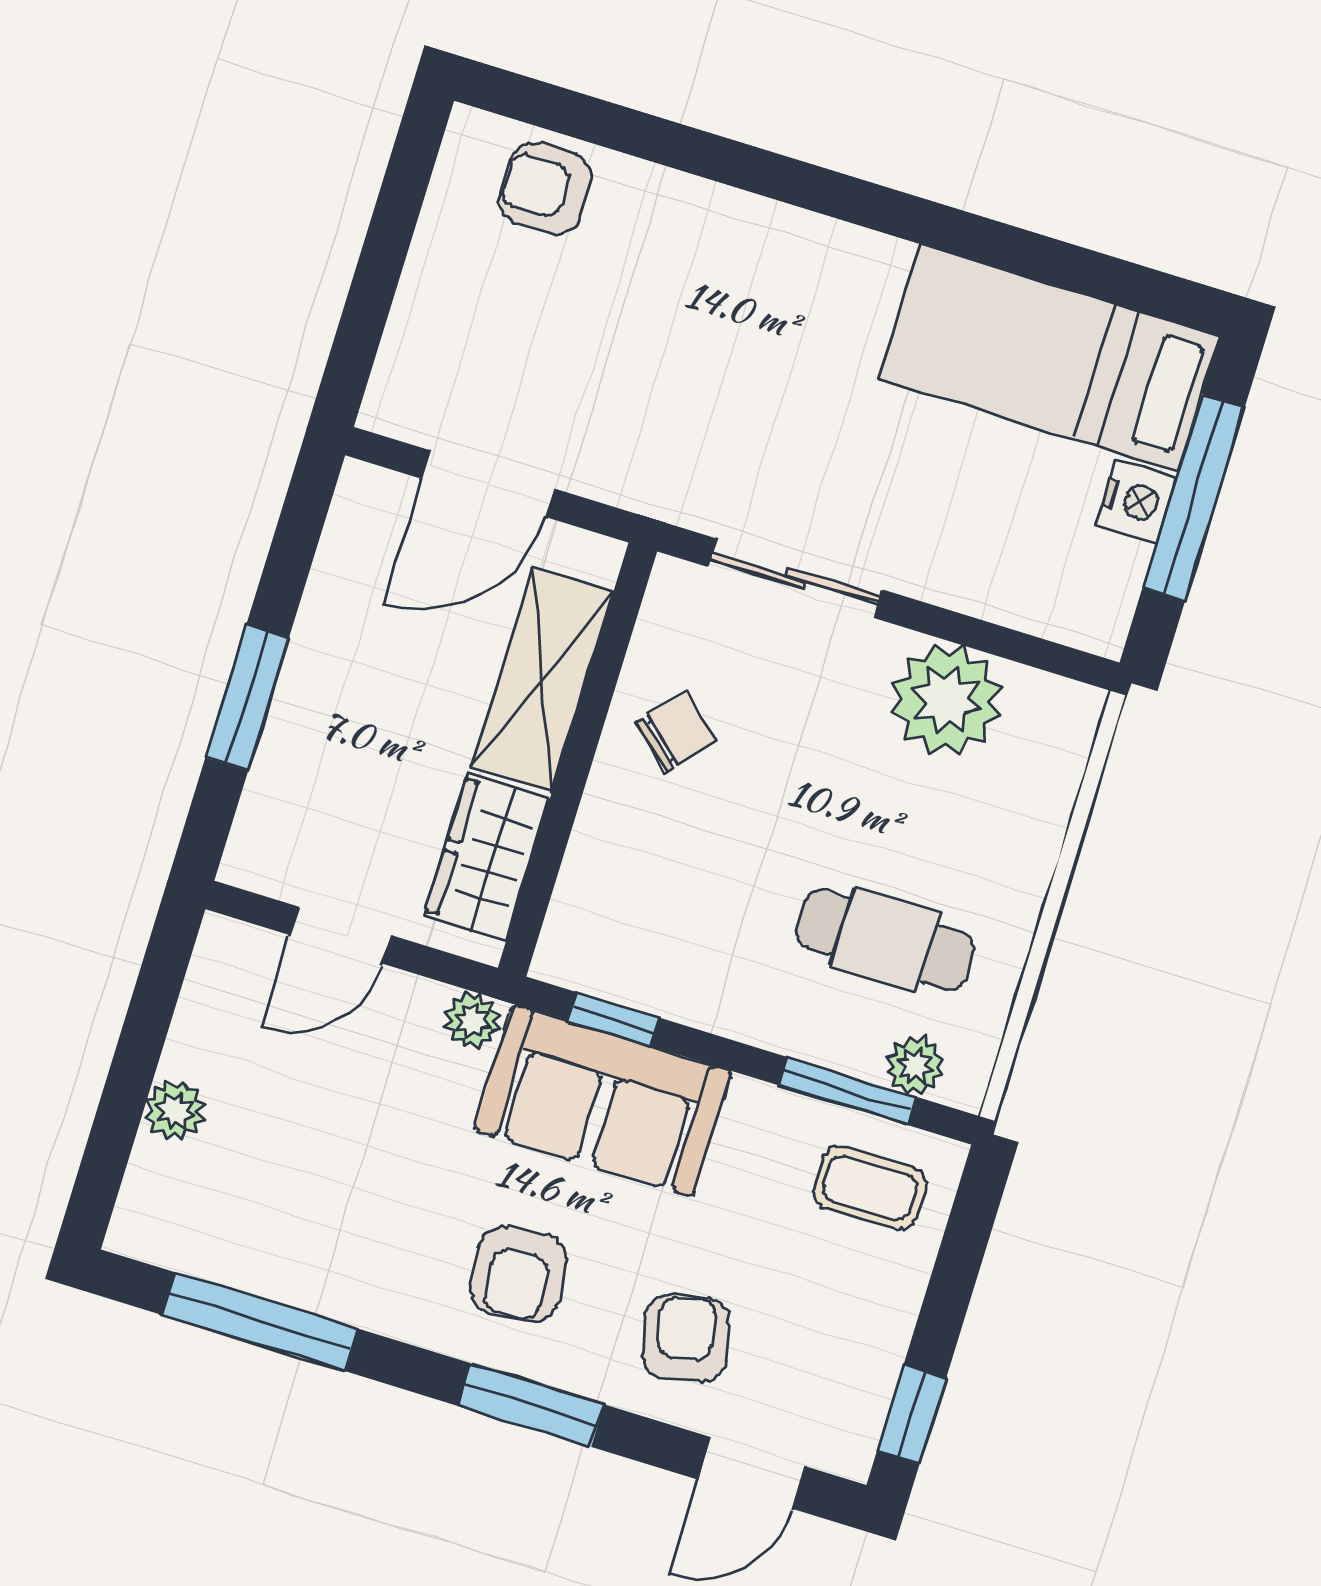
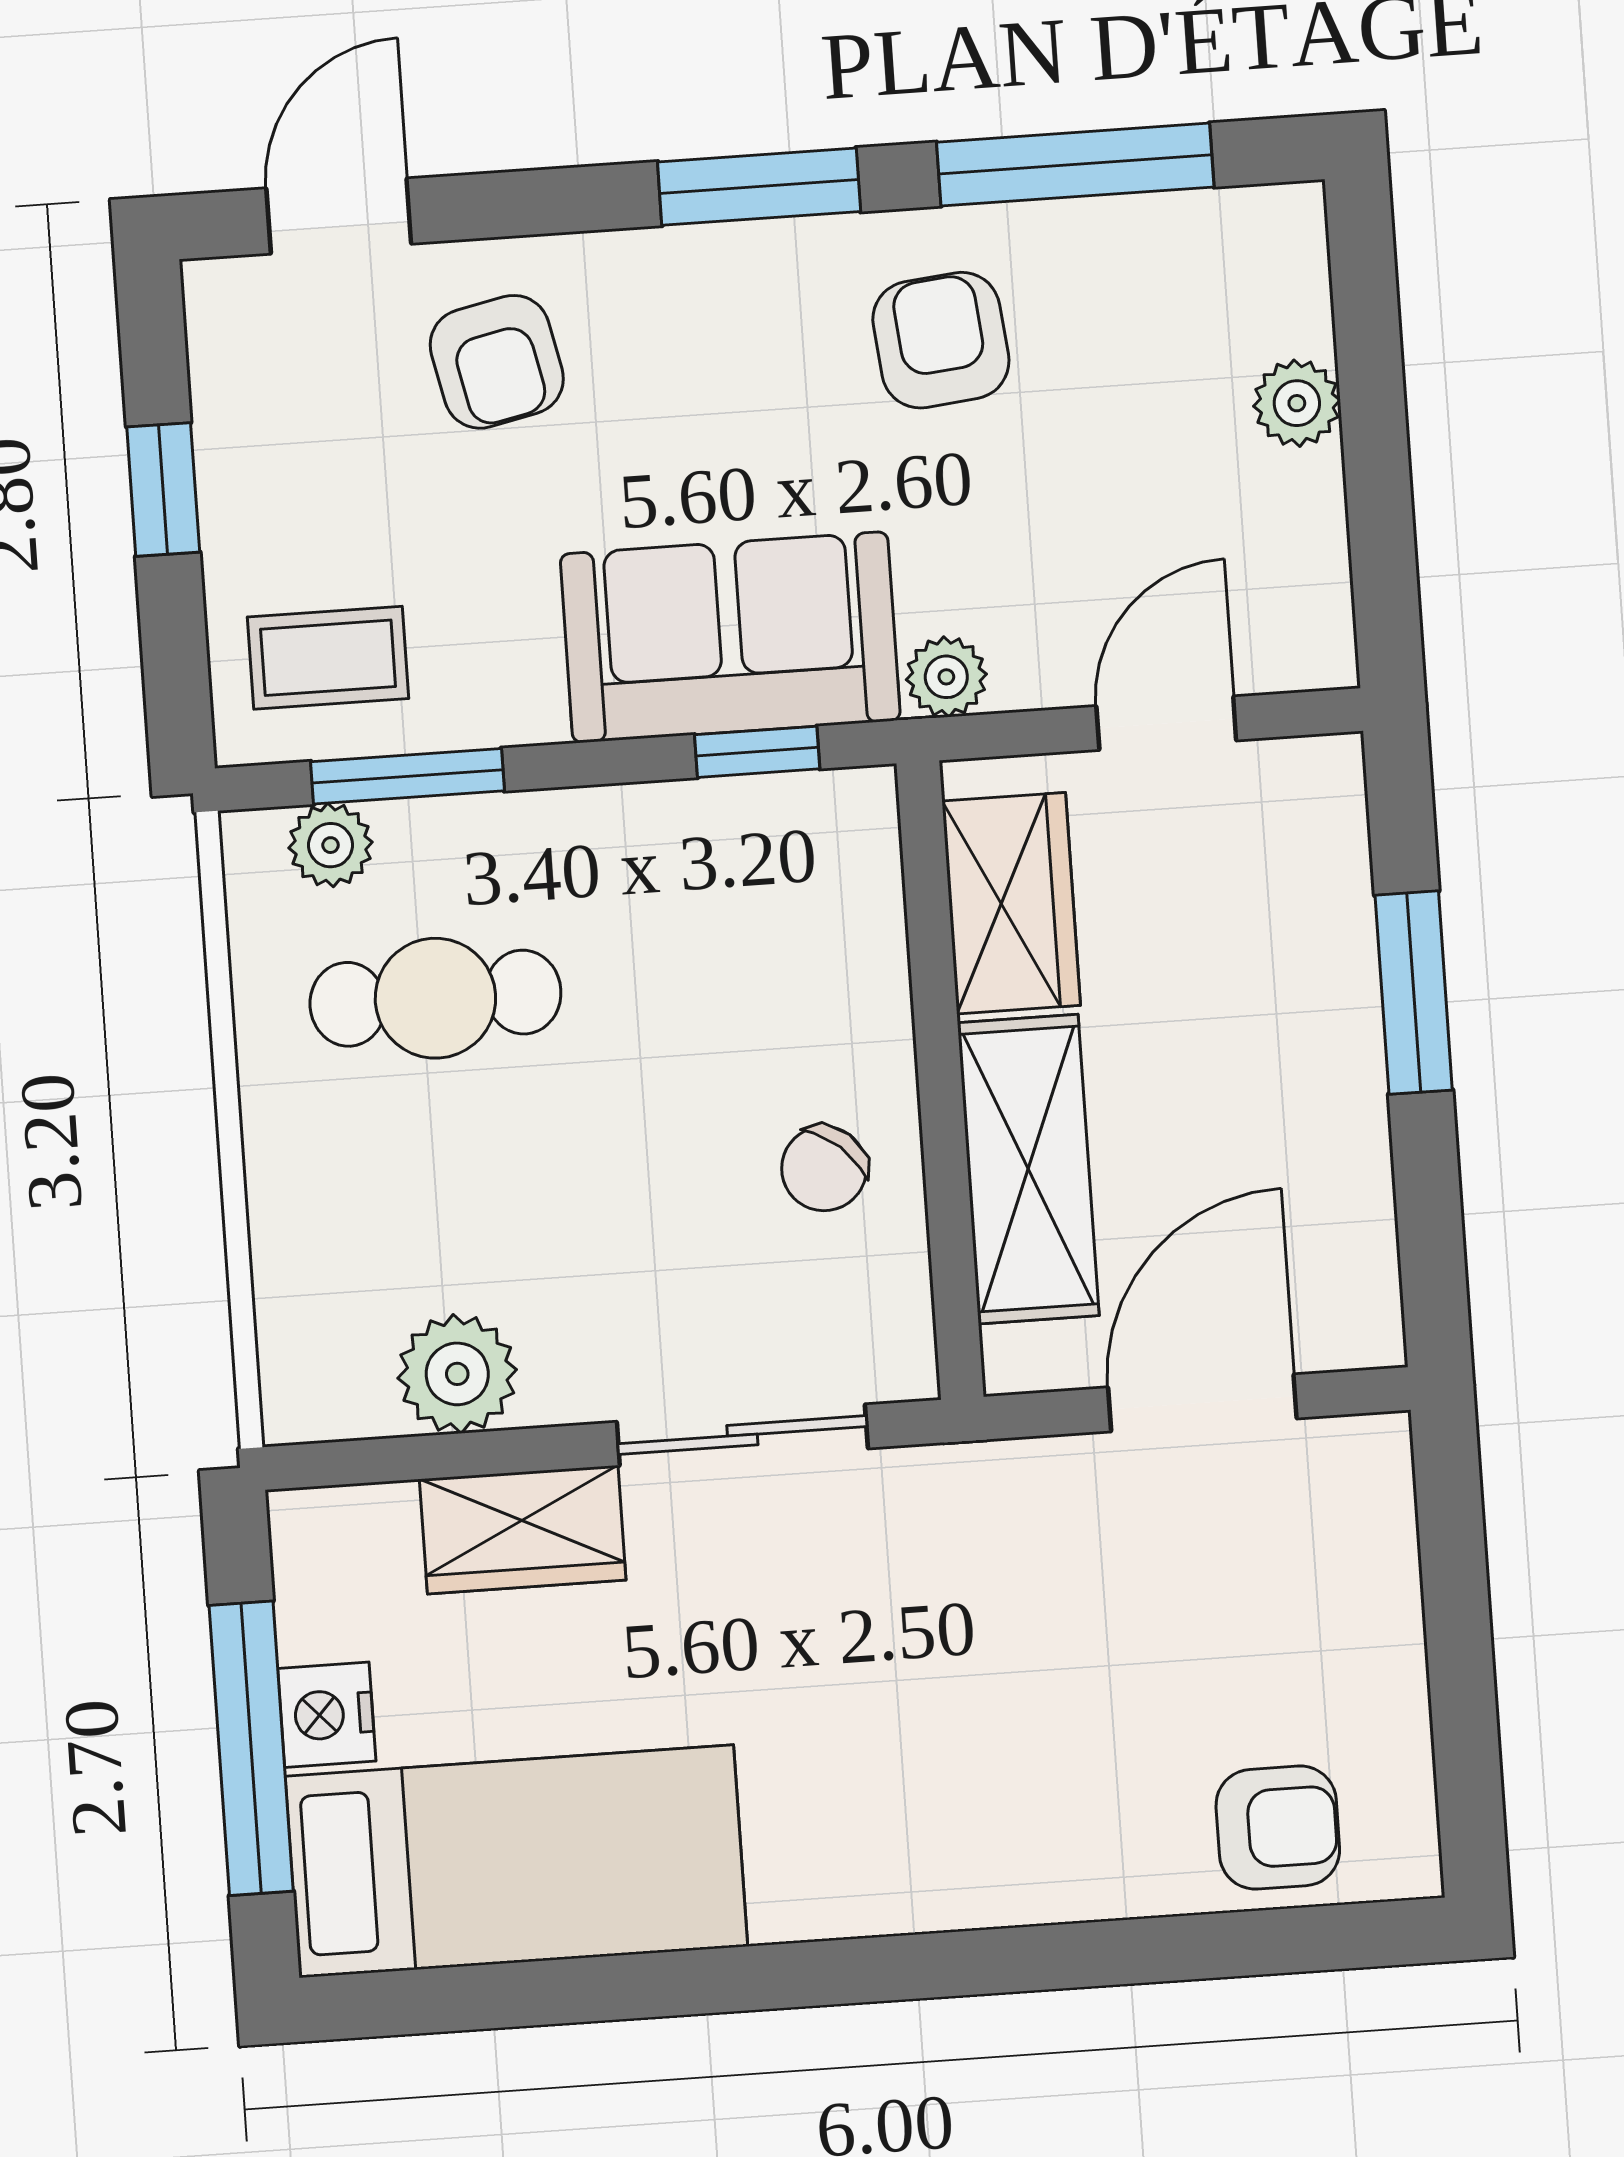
wardrobe: (962, 572) -> (523, 1530), added
plant: (947, 700) -> (457, 1374), width x0.73, depth x0.73
armchair: (518, 1274) -> (941, 340), moved
window: (531, 1405) -> (759, 187), moved
window: (911, 1415) -> (163, 489), moved

